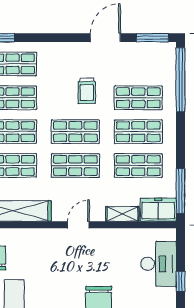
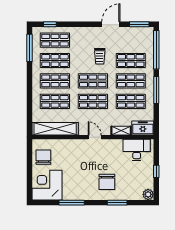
window: (180, 191) -> (156, 90), moved
door: (78, 225) -> (95, 137), hinge flipped
desk: (159, 264) -> (137, 150), moved, turned -90

